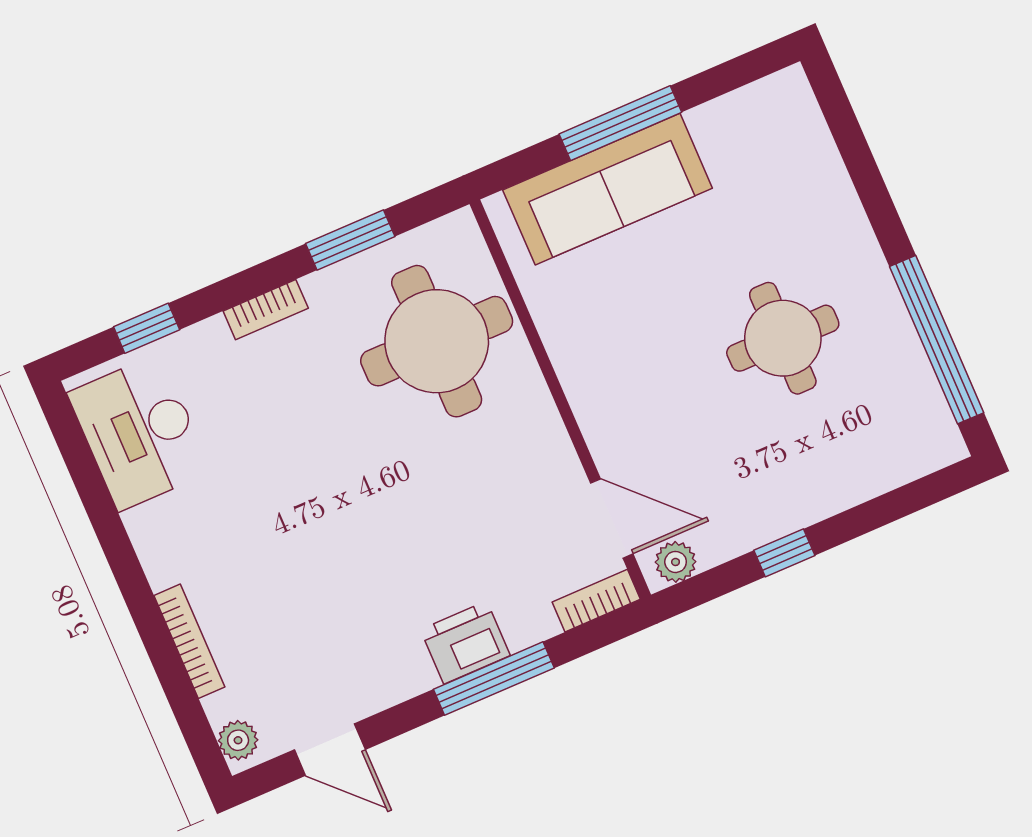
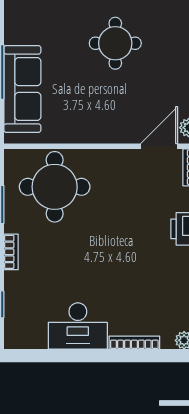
desk: (139, 432) -> (78, 326), moved

